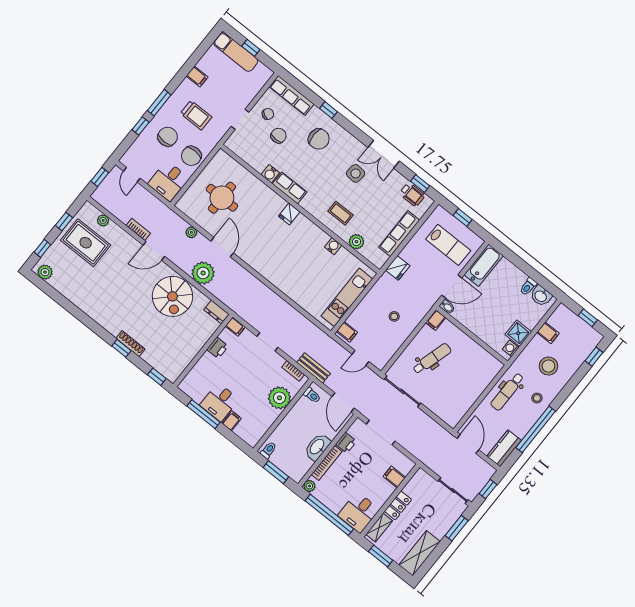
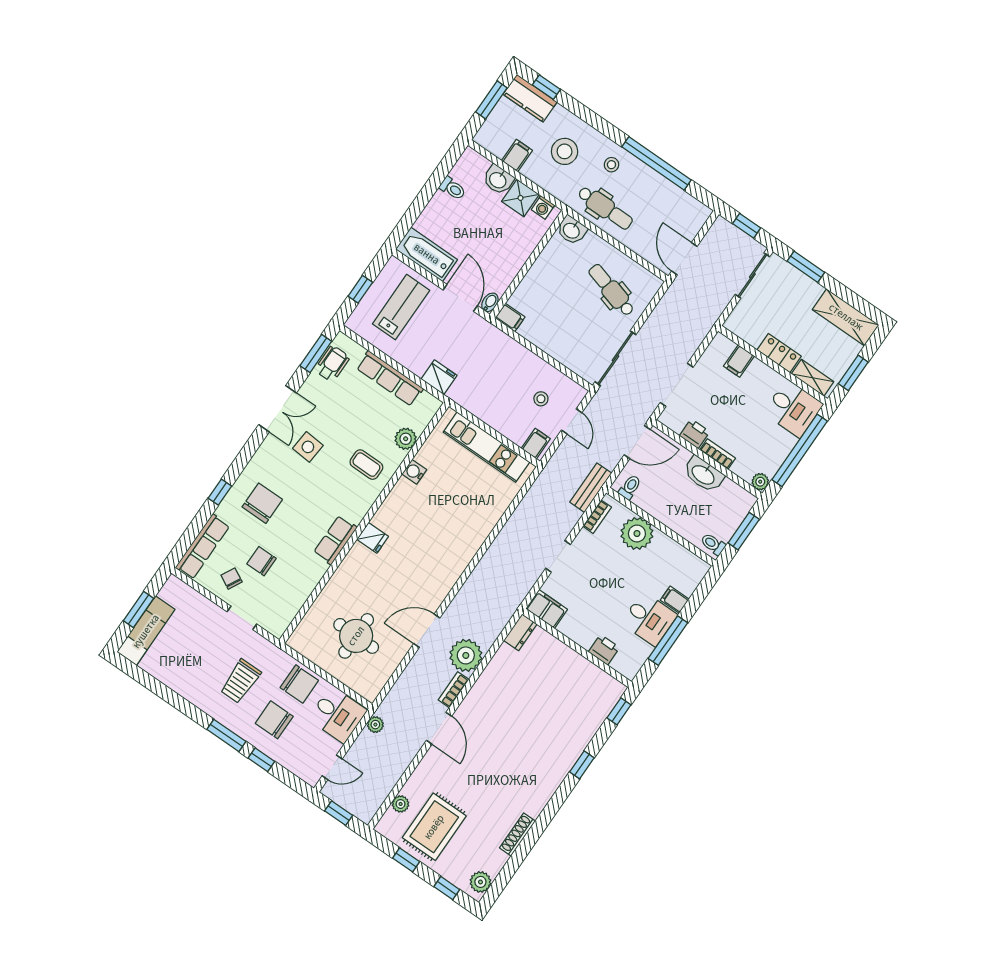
window: (251, 48) -> (139, 610), width x1.50
filing cabinet: (197, 76) -> (185, 684), removed
trolley: (196, 115) -> (240, 681), turned 180
water cooler: (270, 174) -> (317, 569), removed
window: (420, 183) -> (316, 353), width x1.50
coffee table: (340, 213) -> (366, 465), turned 90
bookcase: (138, 229) -> (454, 690), moved
plant: (191, 232) -> (375, 725), moved
spiral stairs: (172, 296) -> (502, 697), removed
washbasin: (541, 296) -> (498, 180), moved, turned 90
stool: (394, 316) -> (541, 399), moved
window: (588, 318) -> (491, 100), width x1.50
filing cabinet: (235, 327) -> (547, 609), width x2.00
shoe rack: (131, 344) -> (517, 834), moved
printer: (217, 348) -> (604, 650), moved
dental chair: (432, 359) -> (611, 290), moved
washbasin: (493, 367) -> (572, 230), added
door: (468, 444) -> (684, 259), hinge flipped
kitchen counter: (504, 448) -> (530, 98), moved
bookcase: (327, 463) -> (718, 454), width x0.64

